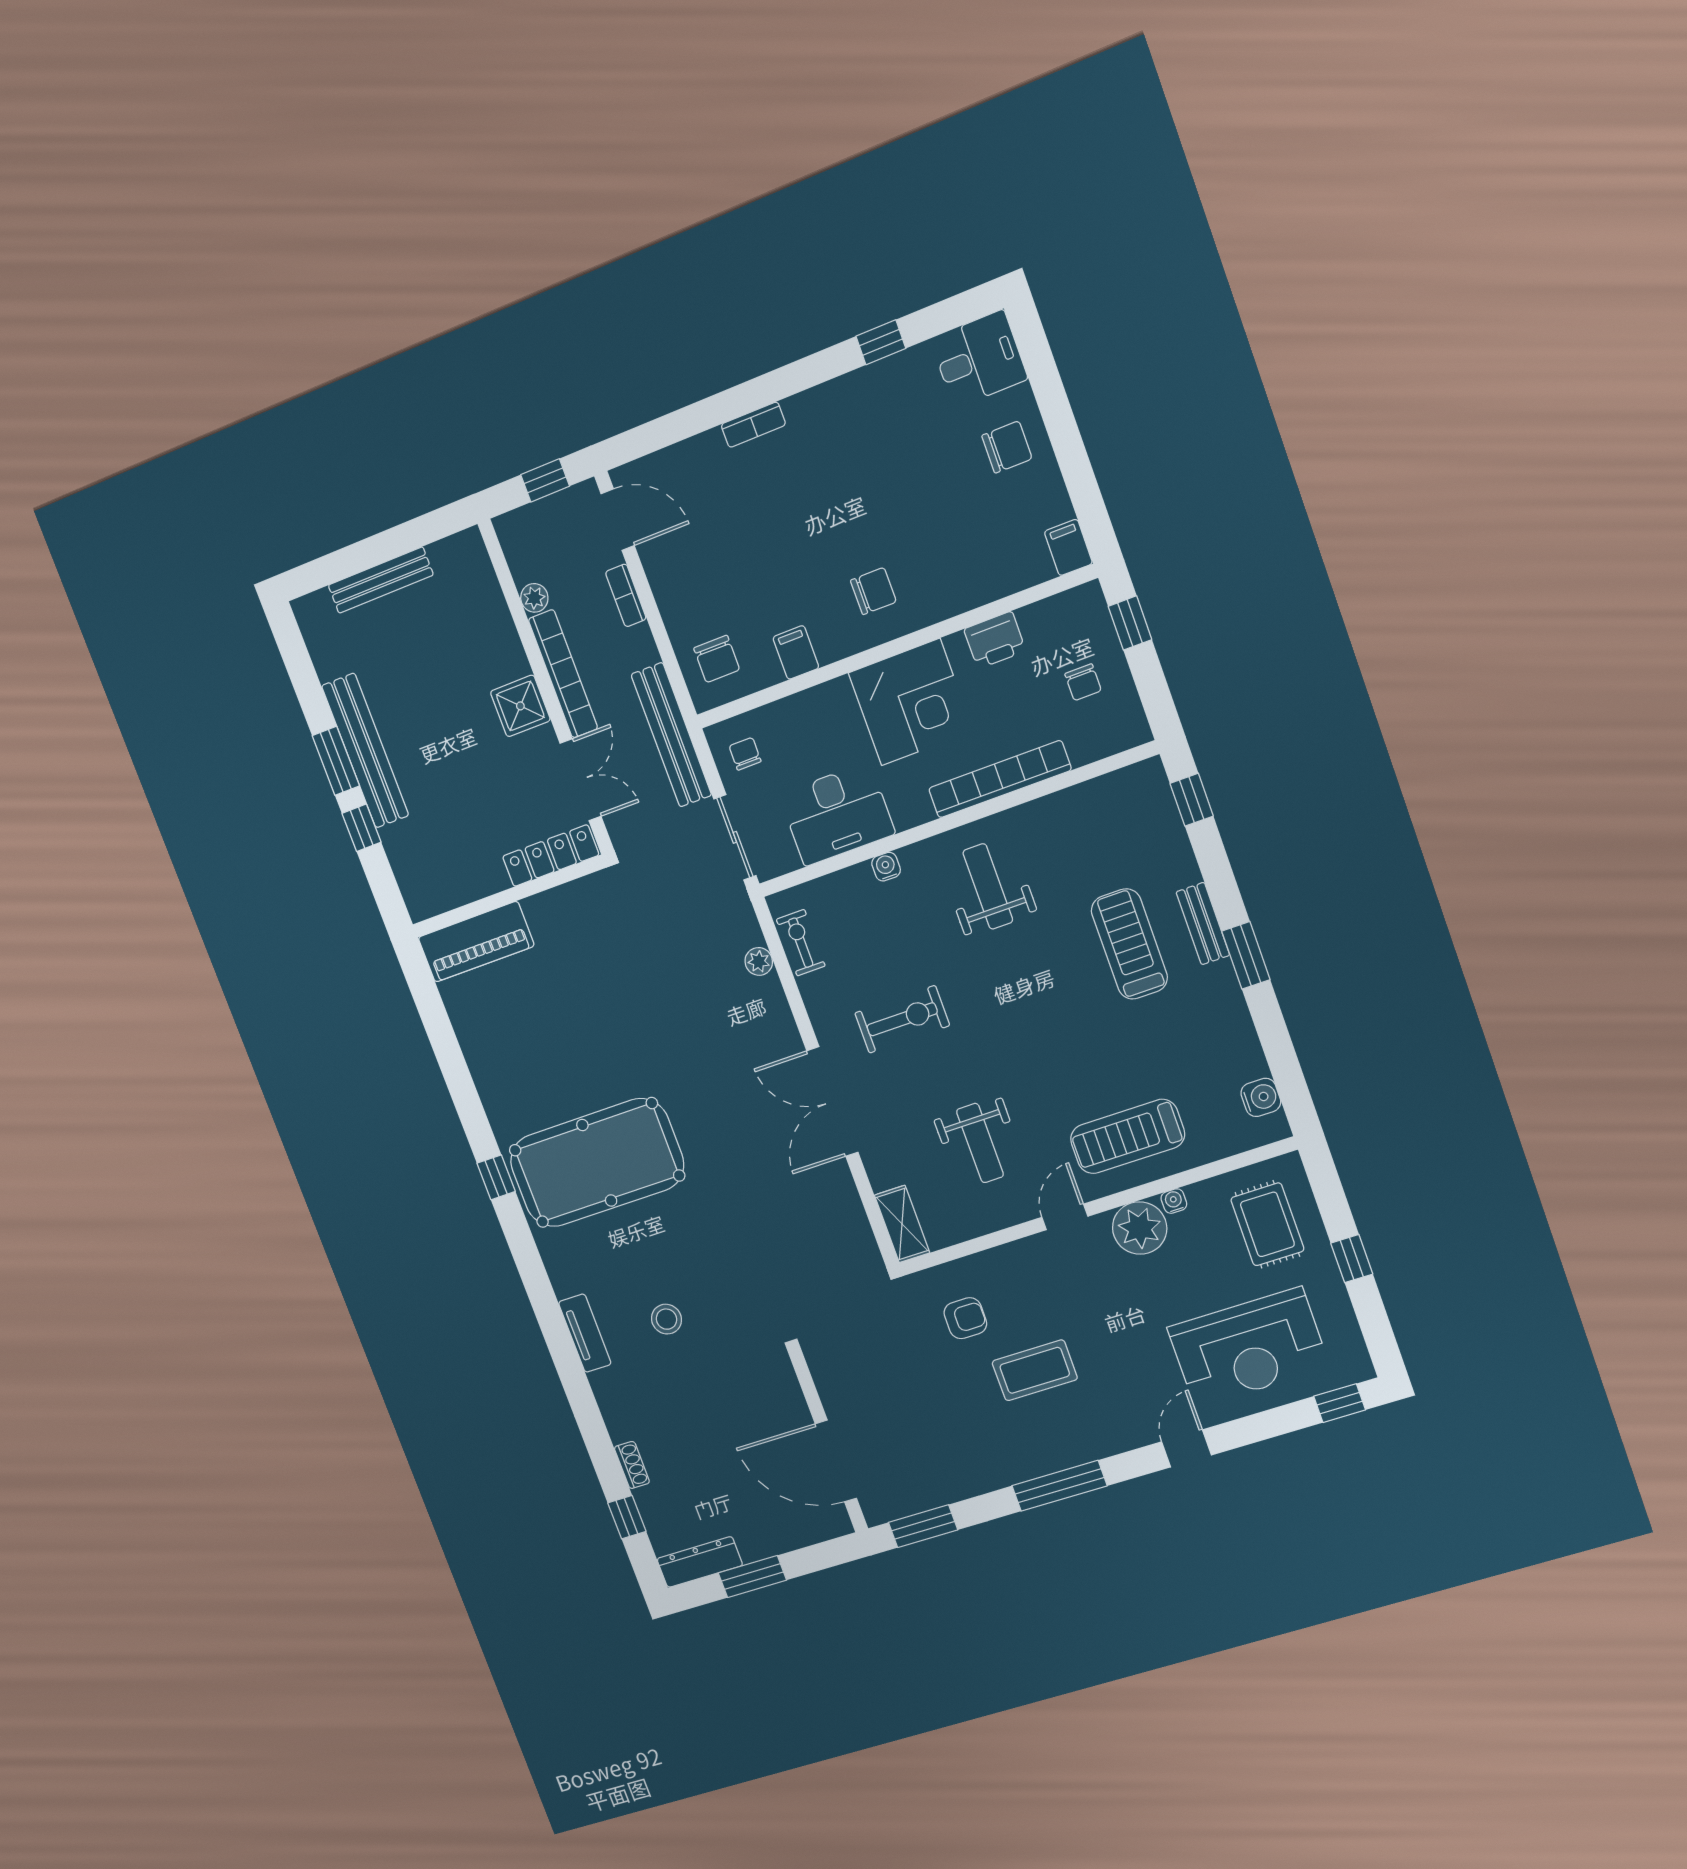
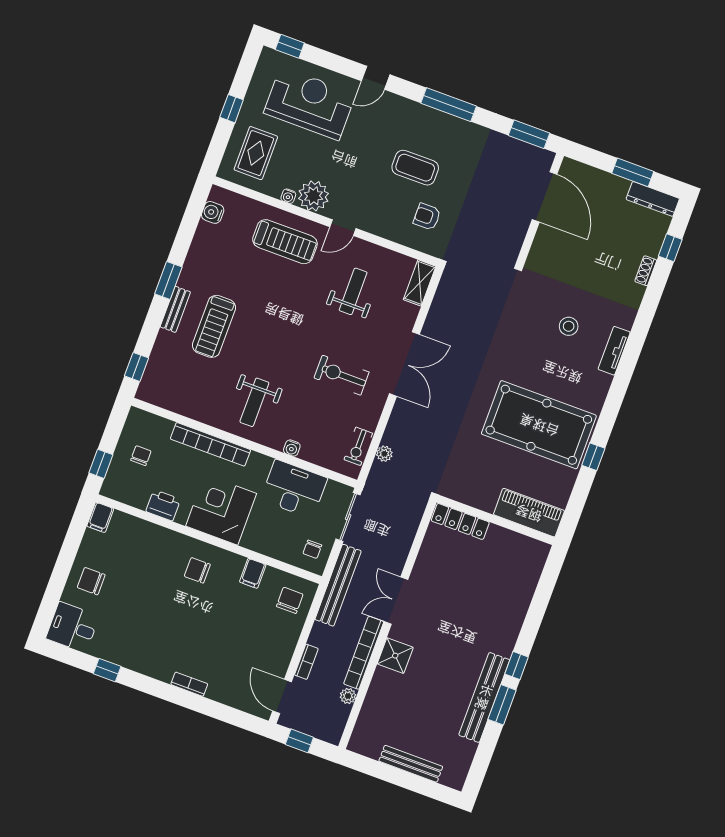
locker: (551, 856) -> (460, 521), moved
wall: (509, 896) -> (496, 520), moved
piano: (476, 942) -> (529, 513), moved

